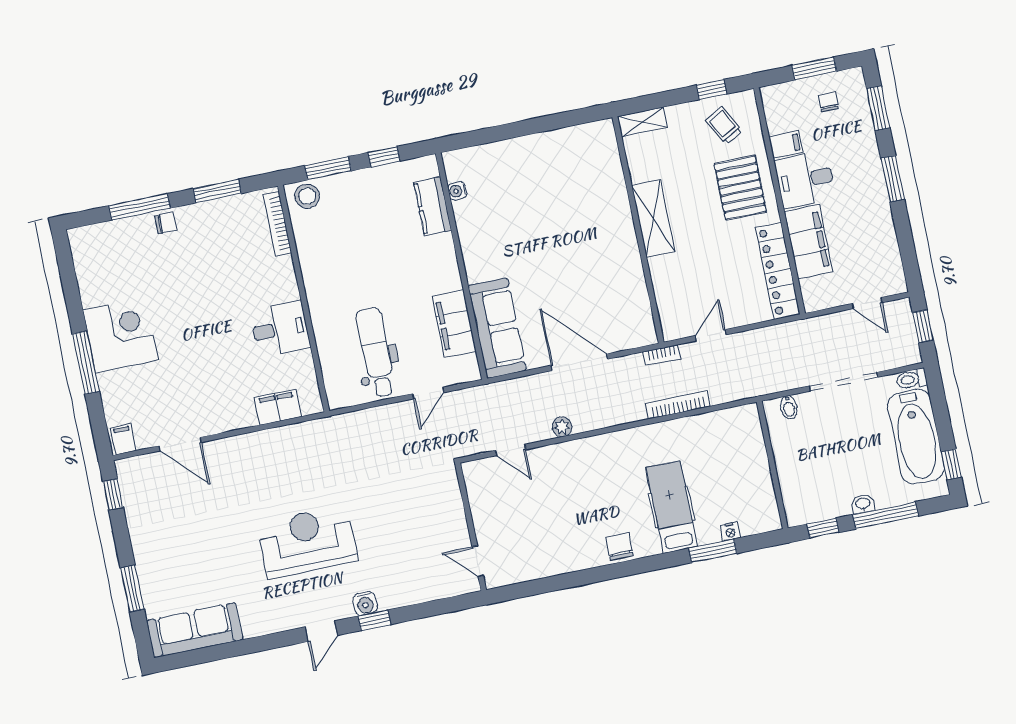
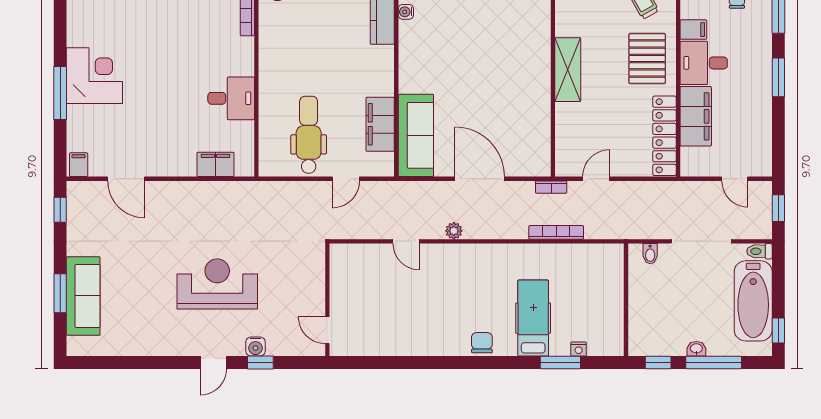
wall: (471, 527) -> (327, 300), moved
door: (478, 561) -> (327, 330), moved
sofa: (195, 630) -> (83, 296), moved, turned 90

